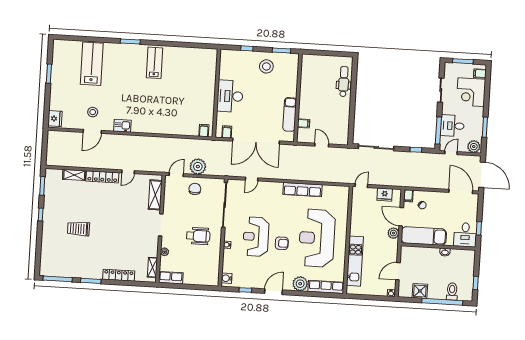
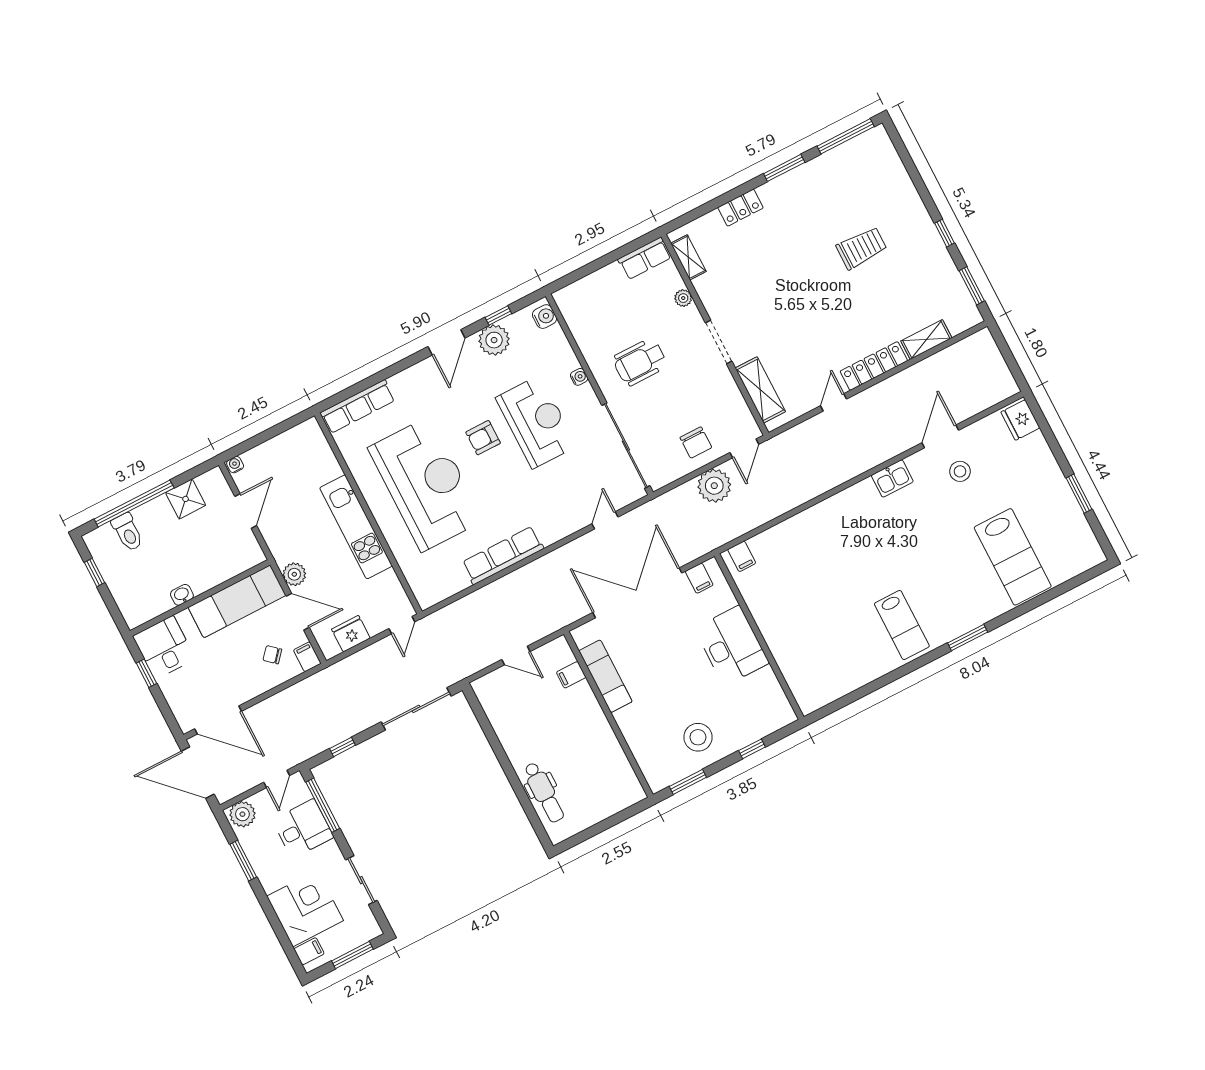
kitchen unit: (355, 261) -> (356, 527), moved
locker: (119, 275) -> (740, 208), width x0.66
plant: (300, 284) -> (494, 340), moved

